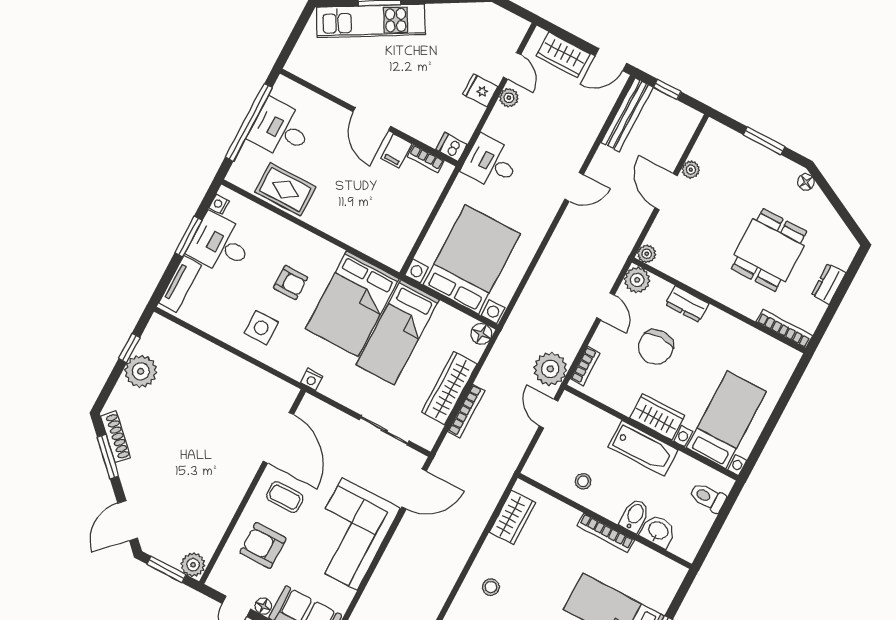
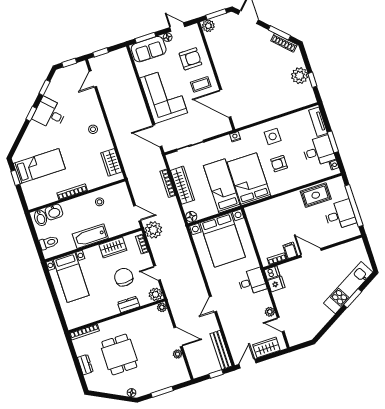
fridge: (480, 90) -> (276, 284), moved
wardrobe: (657, 417) -> (113, 248), moved
door: (414, 489) -> (157, 136), hinge flipped
bidet: (634, 516) -> (41, 218), moved

